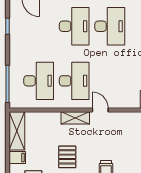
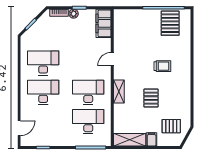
door: (100, 110) -> (112, 59), moved
pallet: (67, 157) -> (151, 98), turned 90

